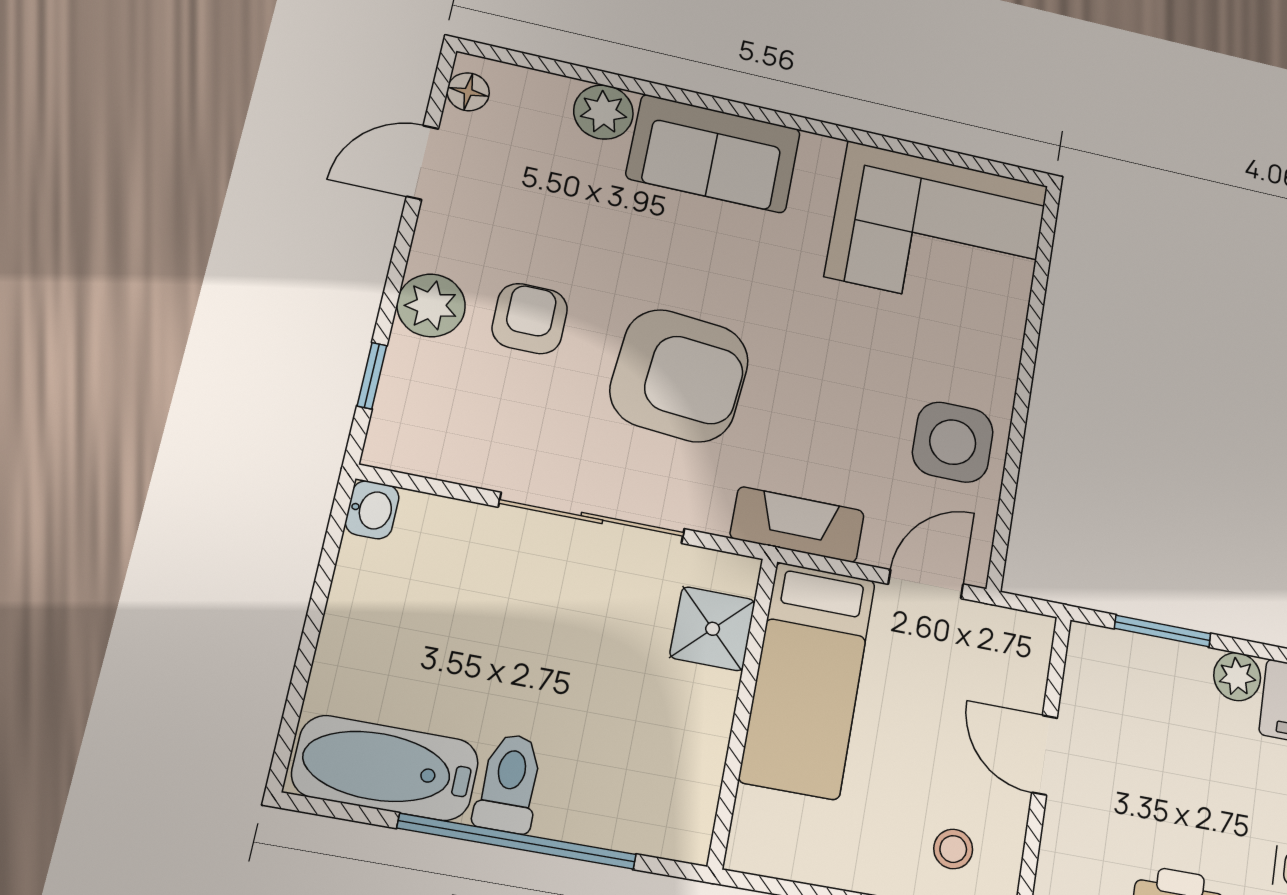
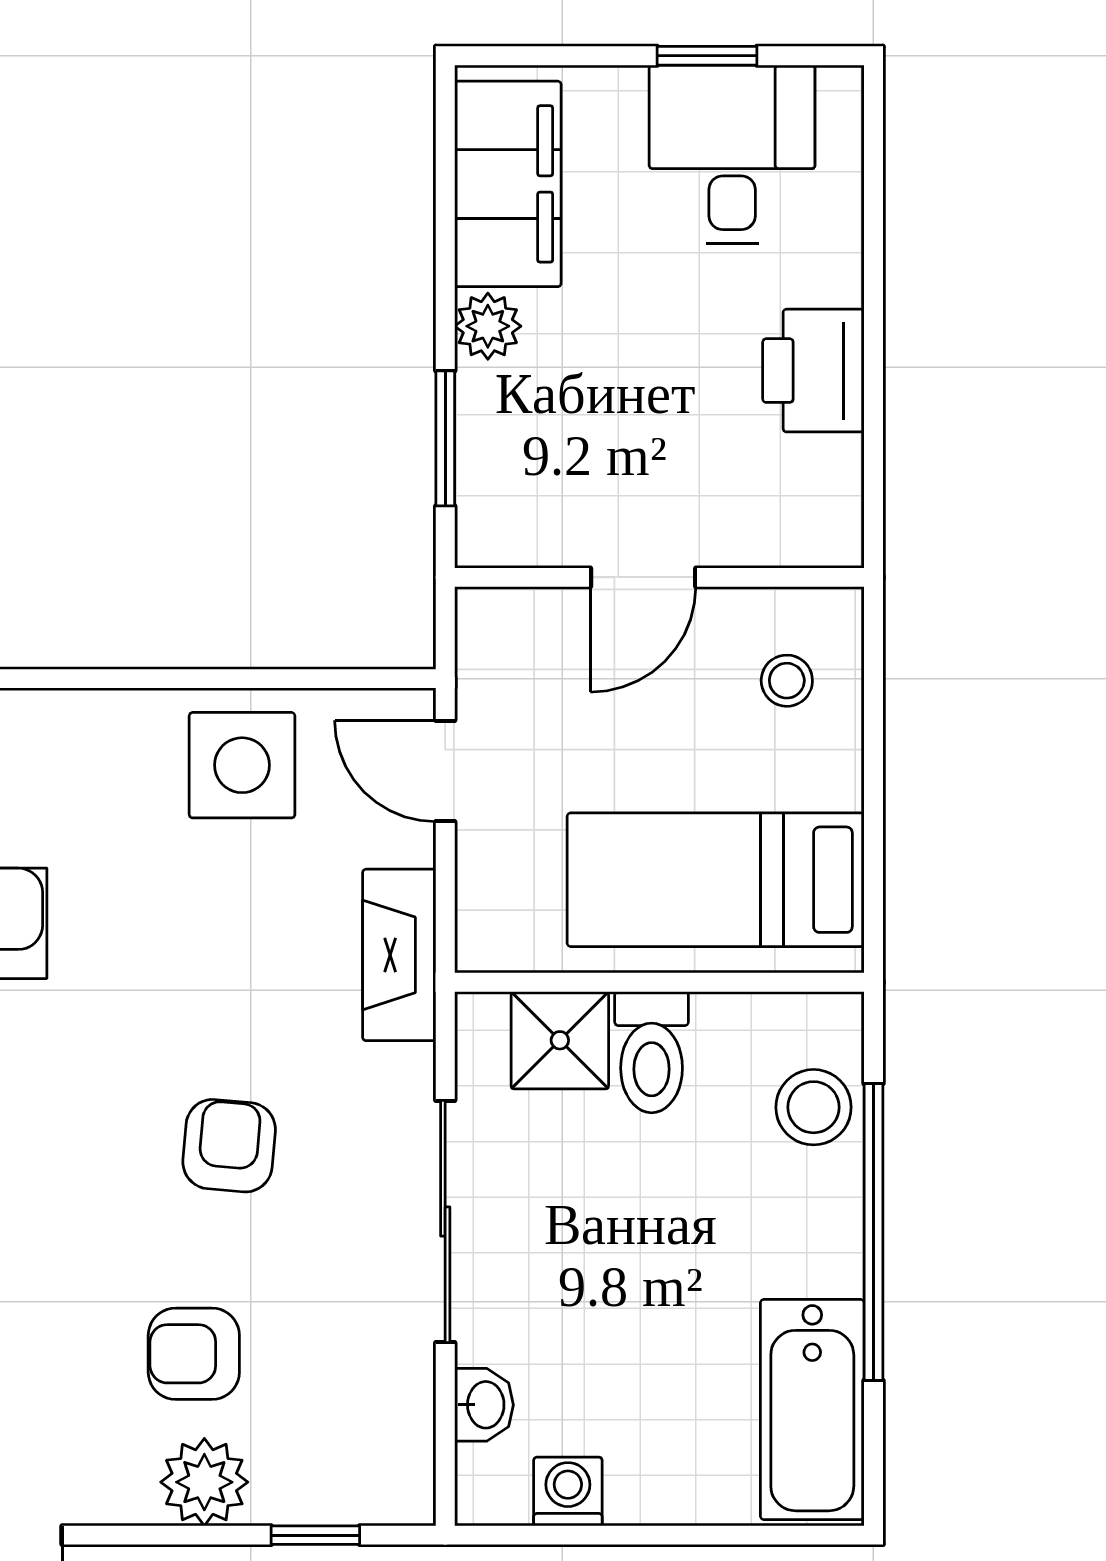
armchair: (679, 376) -> (229, 1146), width x0.53, depth x0.53
washbasin: (372, 510) -> (484, 1405), moved, turned 90
washing machine: (363, 568) -> (568, 1491), added
bed: (808, 680) -> (716, 880), moved, turned 180
toilet: (509, 783) -> (652, 1052), moved, turned -90
stool: (625, 812) -> (814, 1107), added

